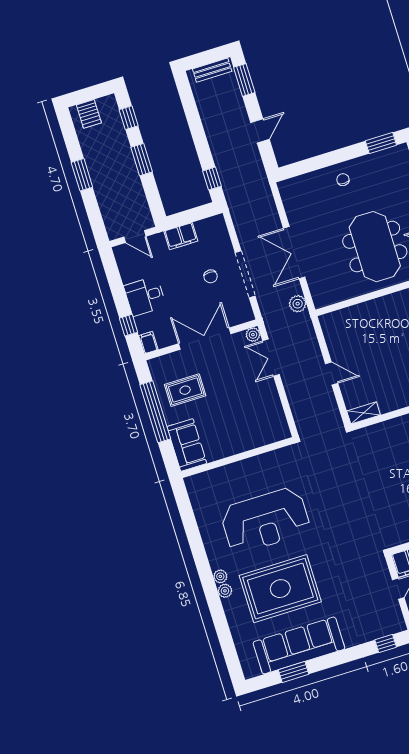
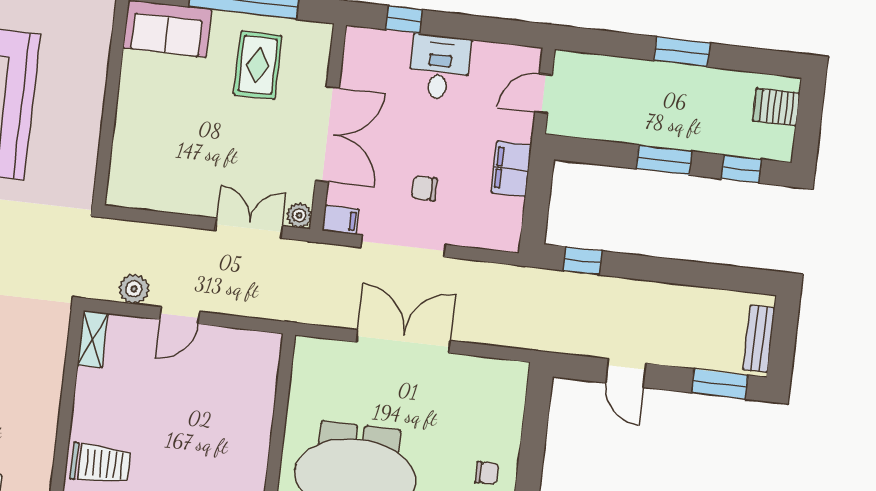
plant: (298, 304) -> (134, 289), moved
filing cabinet: (148, 343) -> (341, 220), moved

